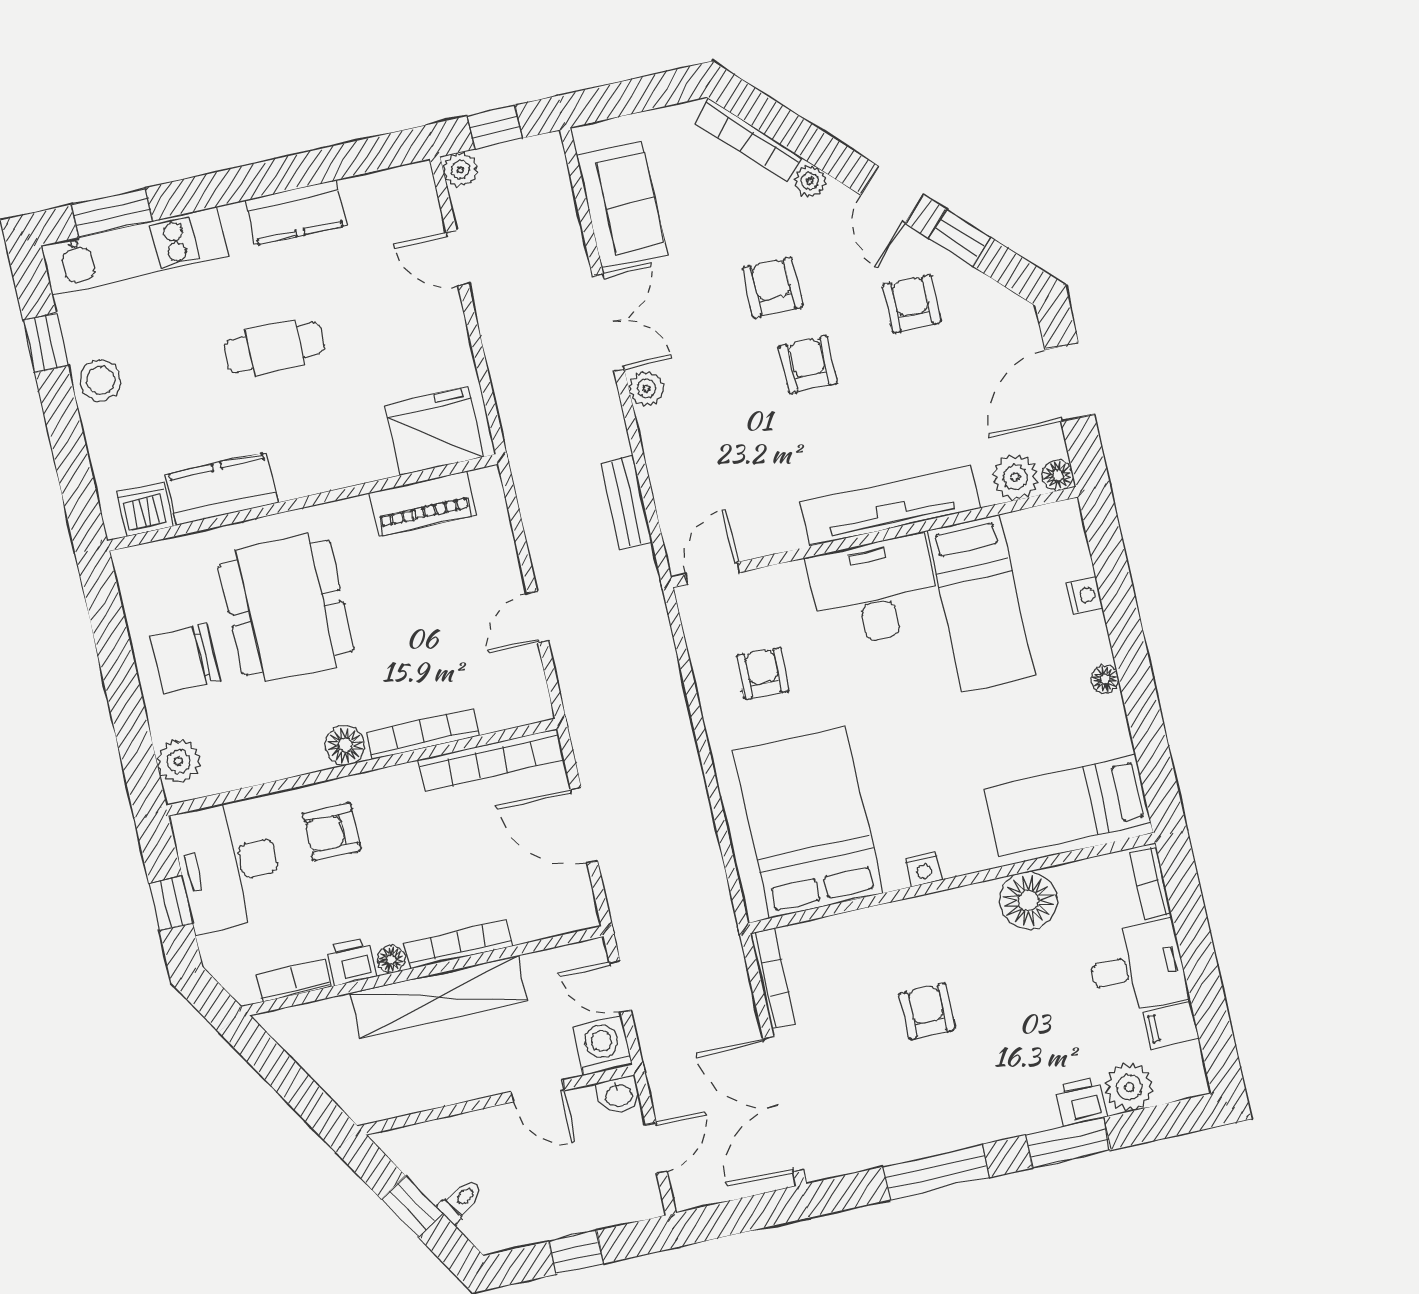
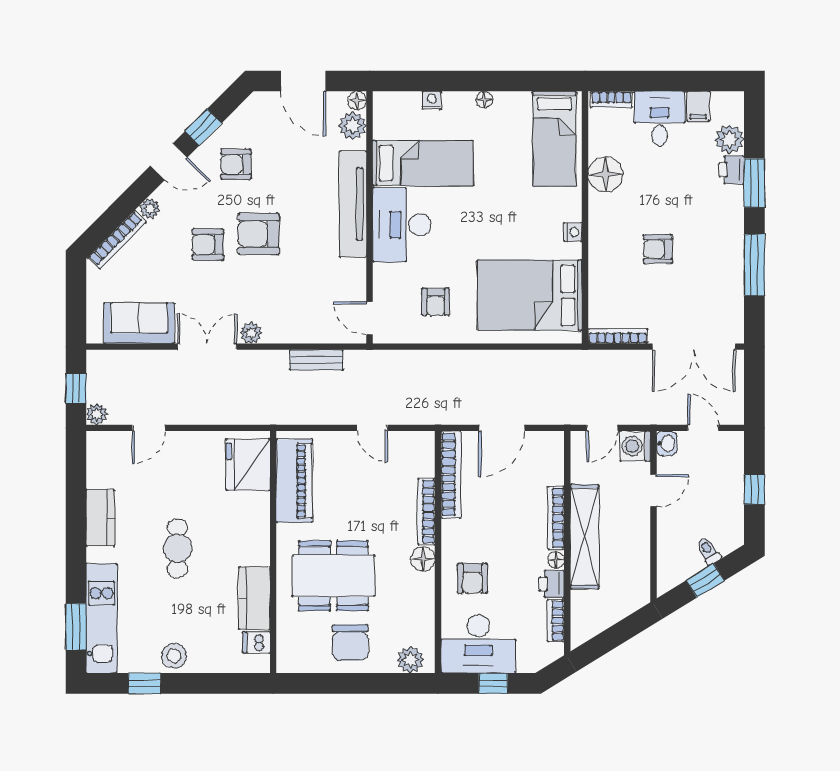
armchair: (808, 365) -> (258, 234), width x1.38, depth x1.38
piano: (423, 504) -> (294, 481), width x1.37, depth x1.33
dishwasher: (145, 509) -> (256, 642), width x0.73
armchair: (763, 673) -> (436, 302), turned -92

